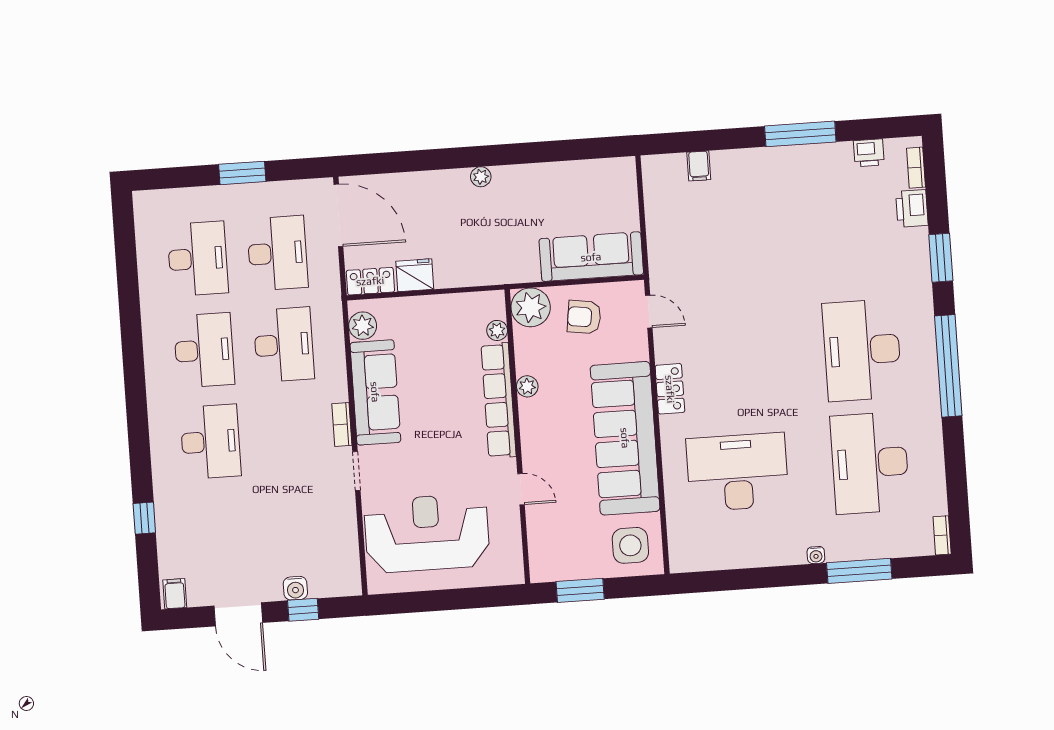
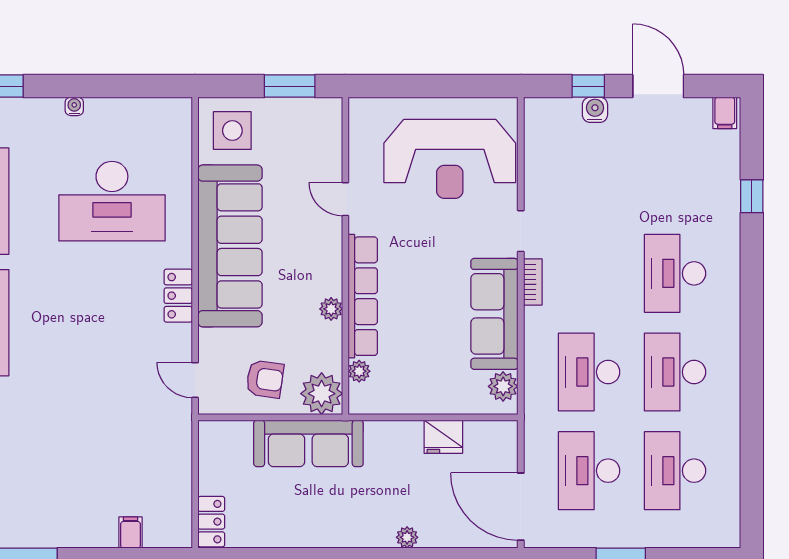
plant: (481, 177) -> (407, 537), moved
sofa: (591, 257) -> (308, 443), moved
locker: (370, 281) -> (211, 522), moved, turned -90
water cooler: (816, 555) -> (74, 106), moved

